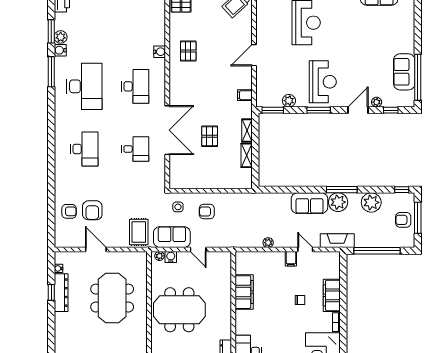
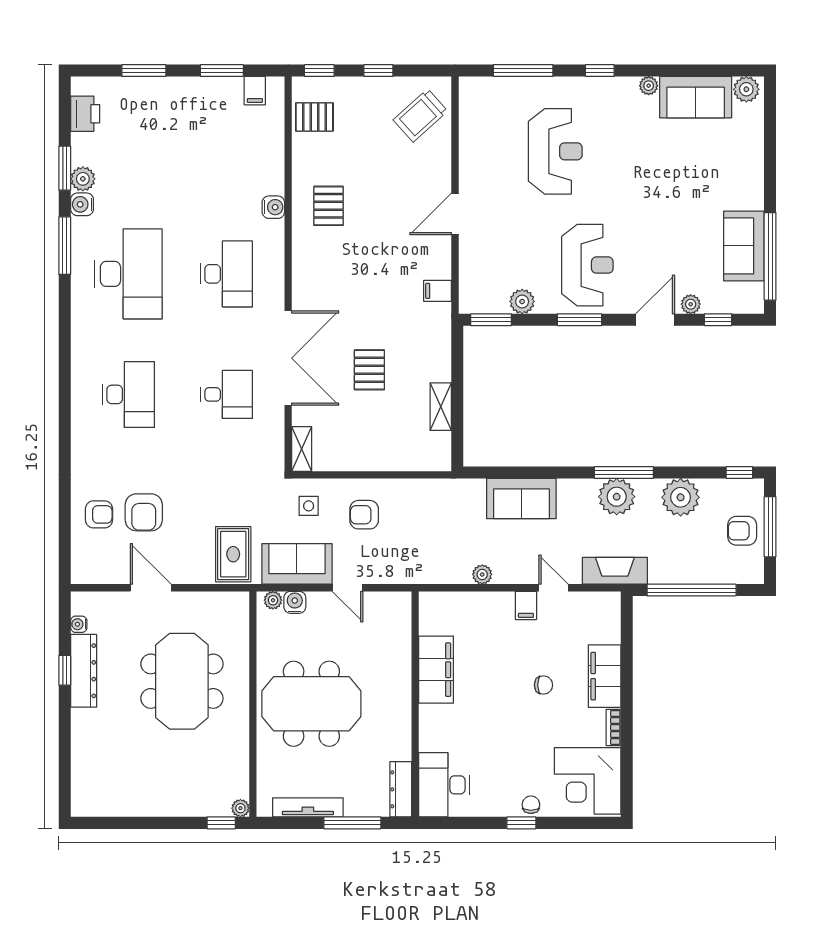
shelving: (247, 130) -> (302, 449), moved
sofa: (309, 203) -> (521, 499), moved

